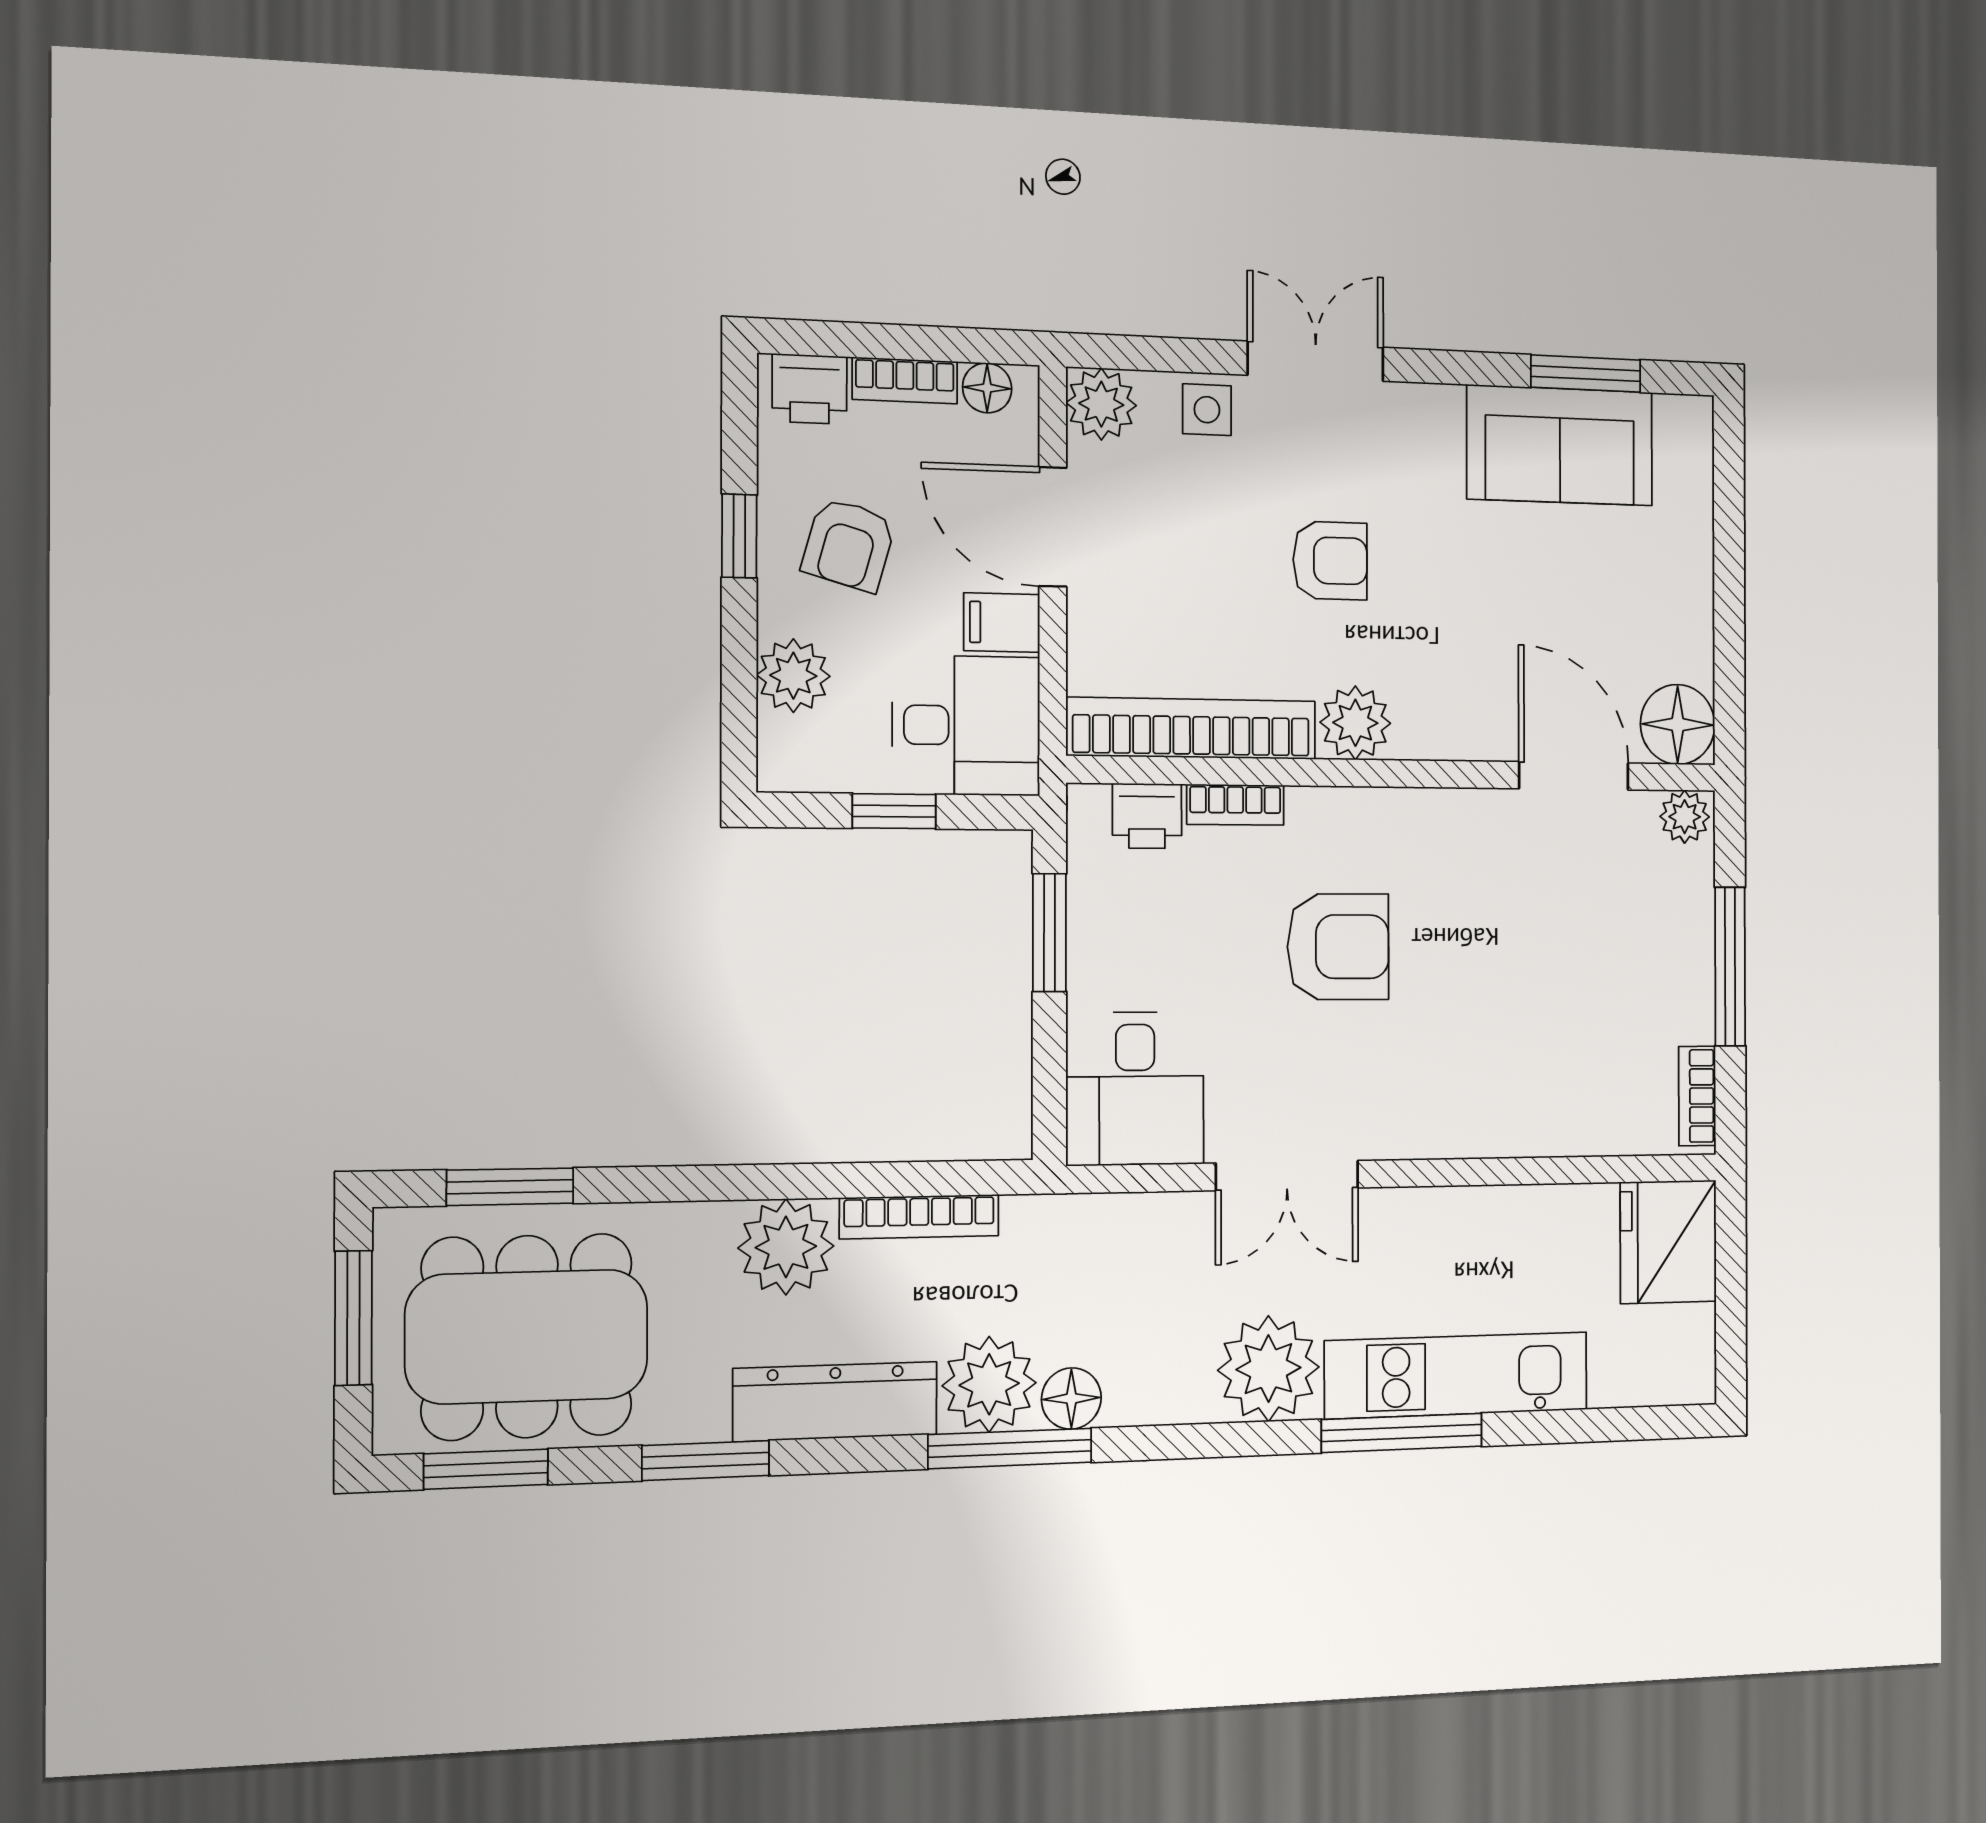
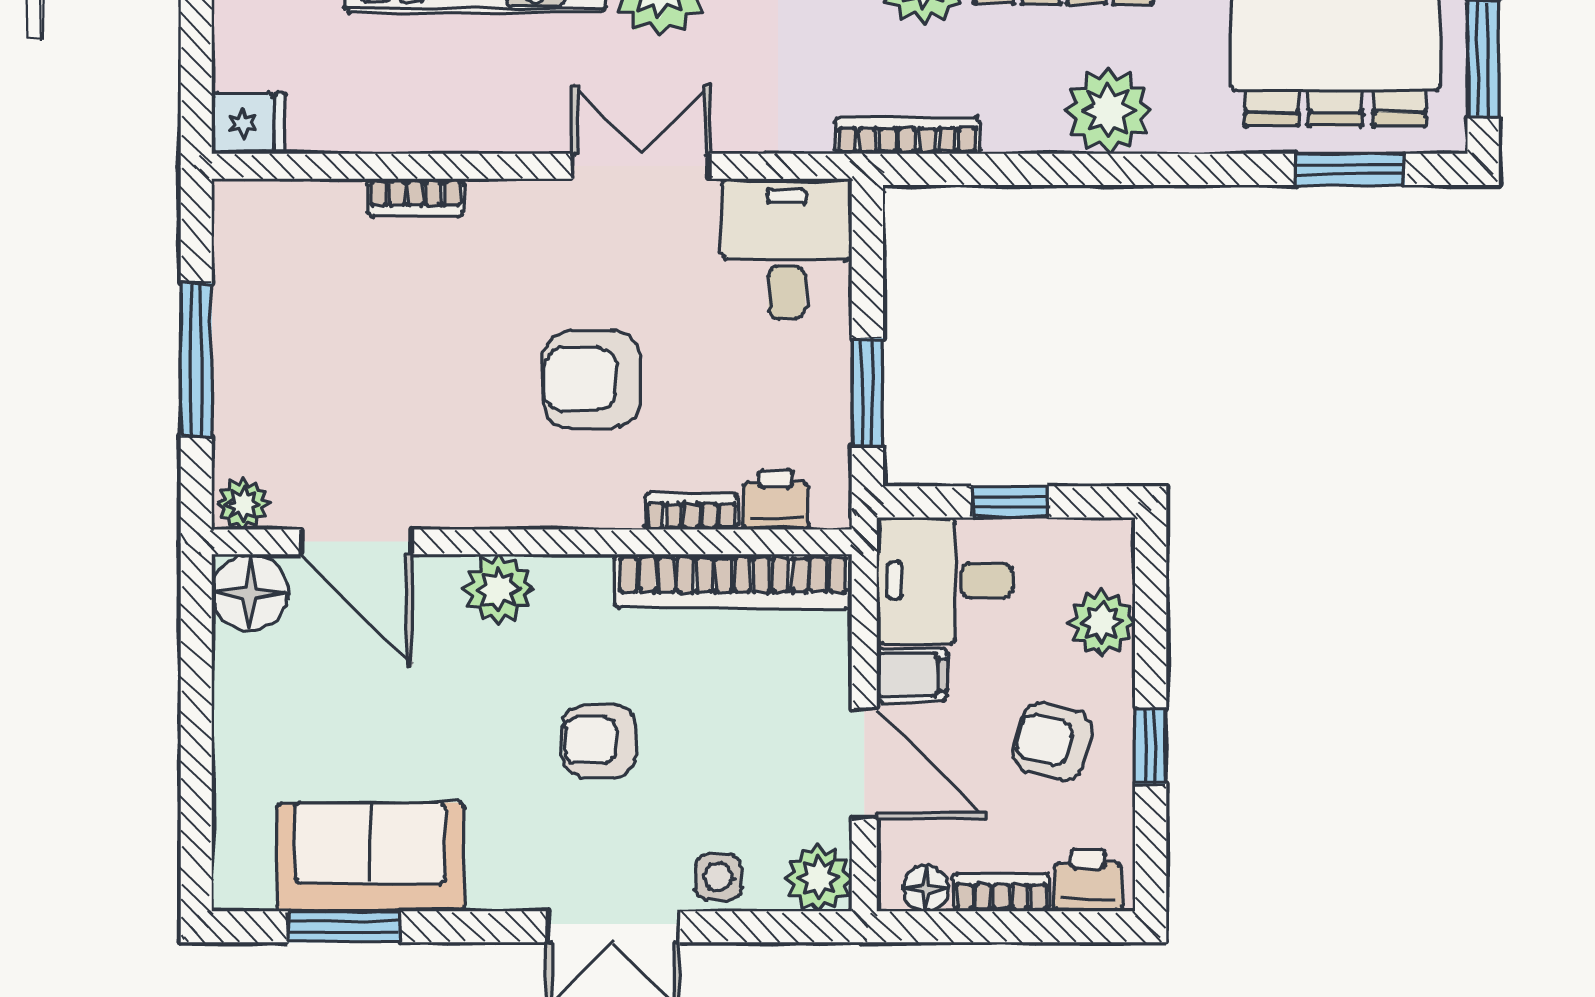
armchair: (849, 545) -> (1052, 742), turned -91
plant: (1355, 723) -> (498, 589), moved
bookcase: (1697, 1096) -> (415, 198), moved, turned 90
bookcase: (919, 1217) -> (907, 135), moved
fridge: (1668, 1242) -> (248, 123), width x0.53, depth x0.75

